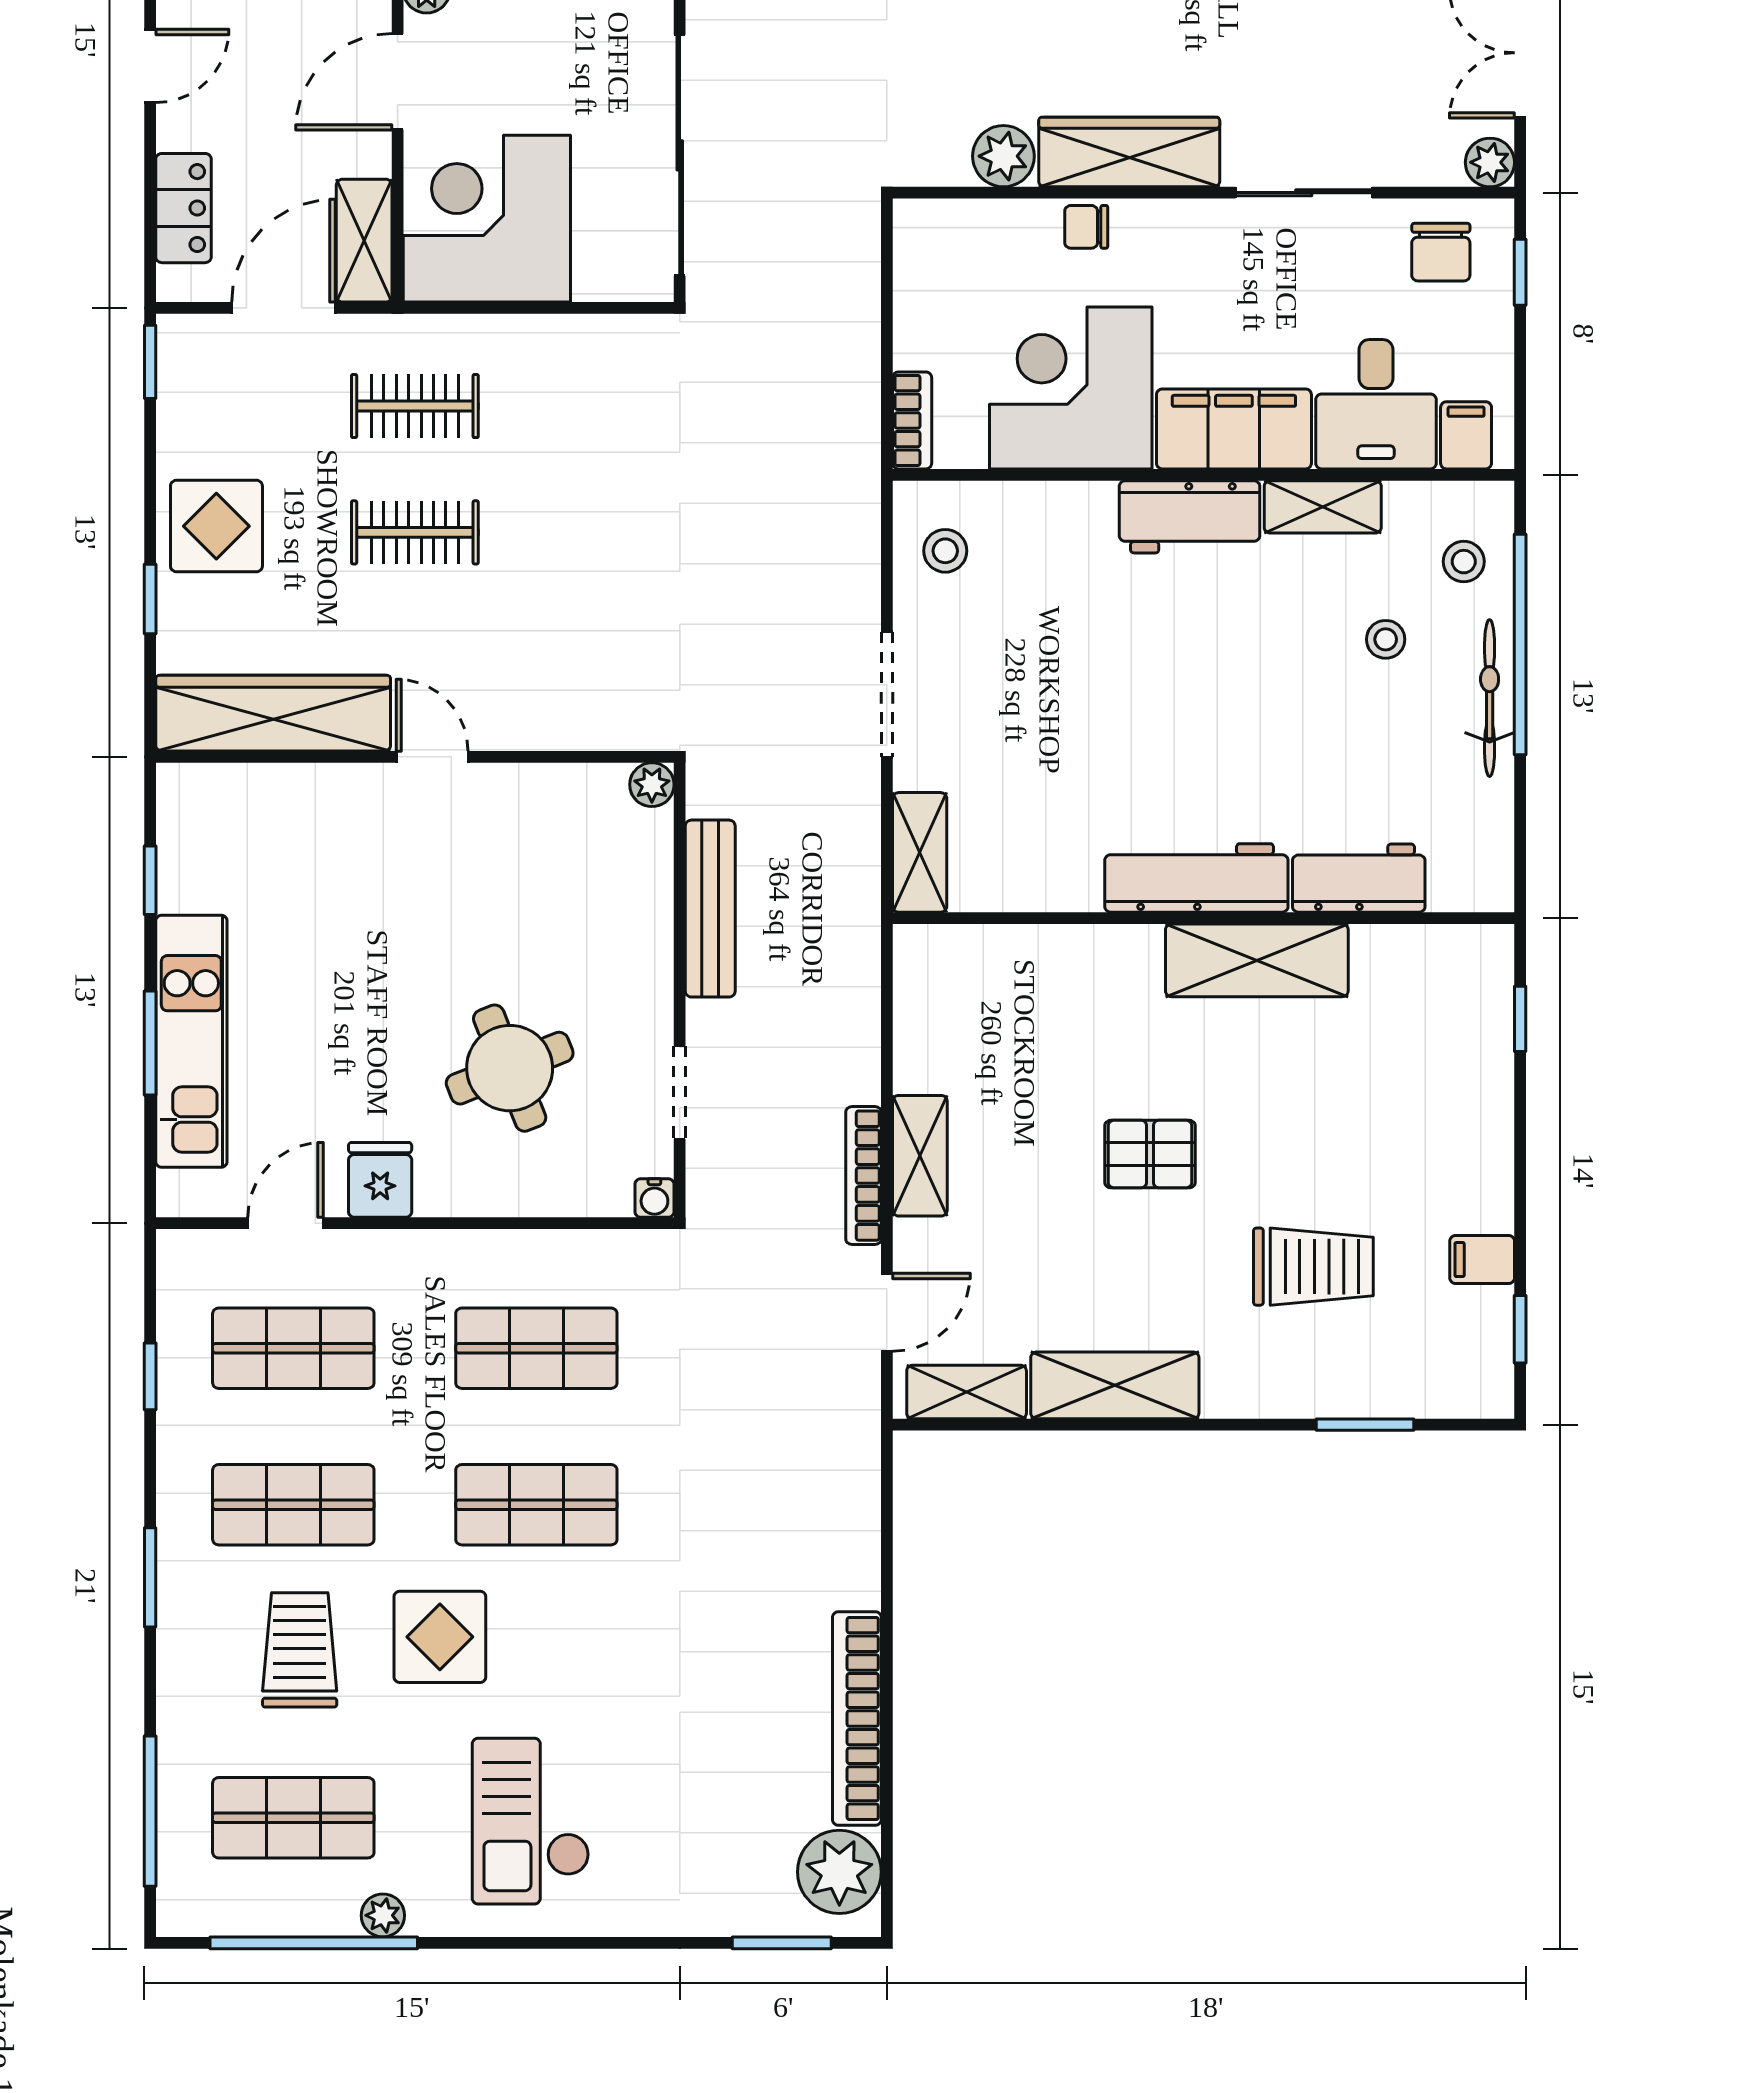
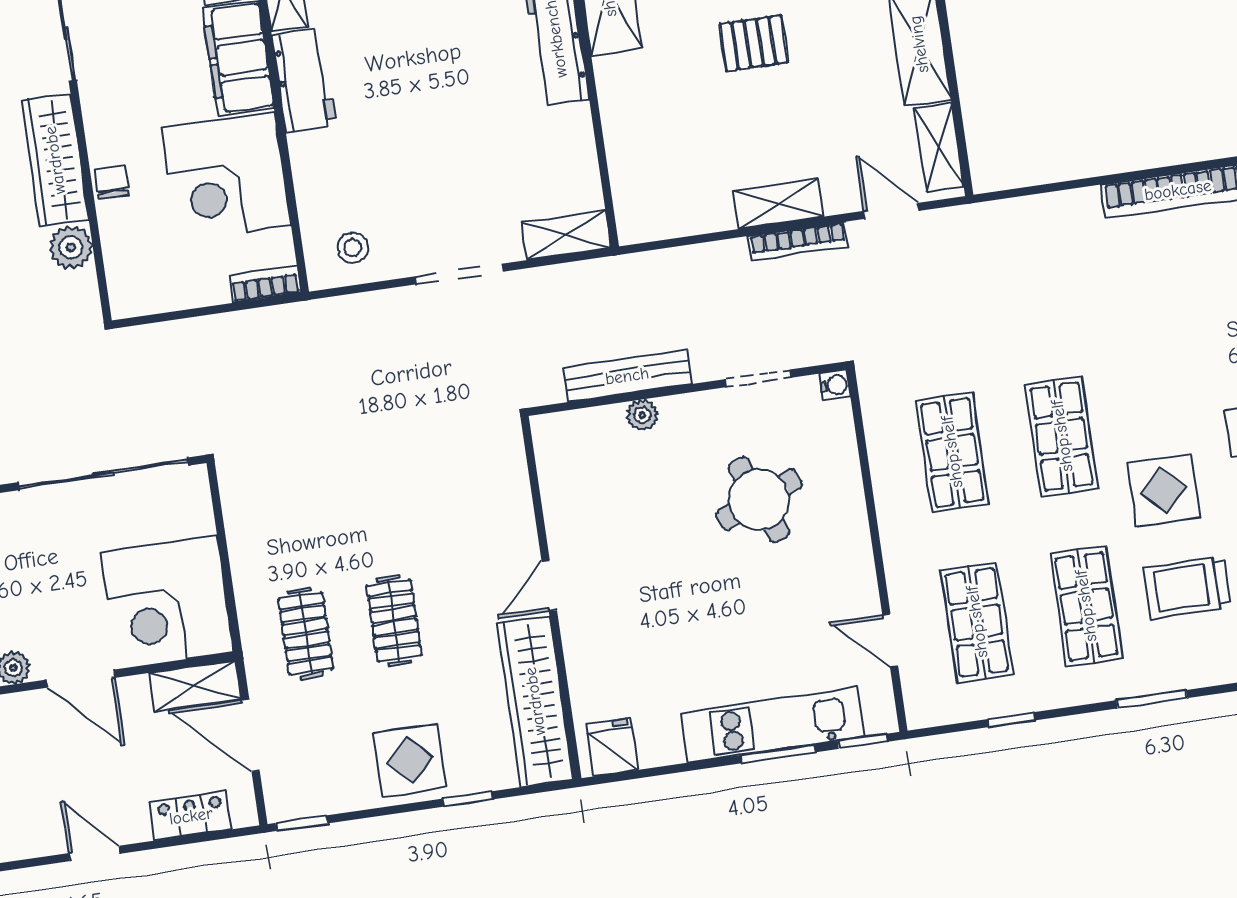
chair: (1086, 227) -> (112, 182), turned 180
plant: (652, 785) -> (642, 415), moved
window: (150, 880) -> (862, 741), moved
pallet: (1150, 1154) -> (754, 43), turned 90
fridge: (380, 1180) -> (612, 747), moved, turned 90

